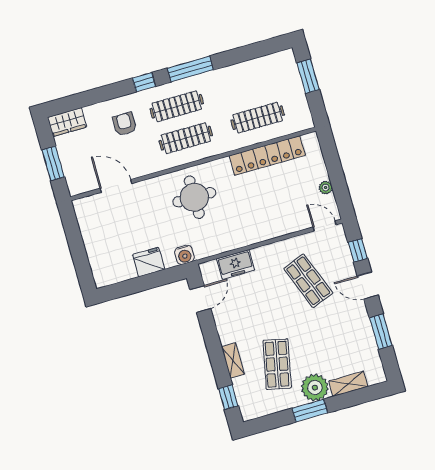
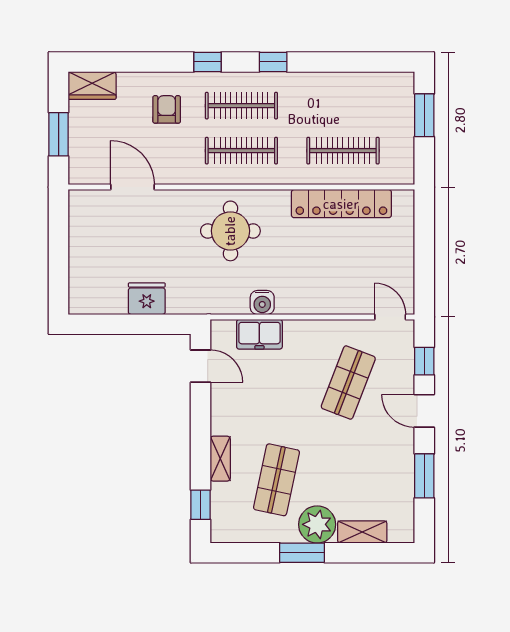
window: (190, 69) -> (273, 62), width x0.46
plant: (326, 188) -> (406, 267), removed
water cooler: (184, 255) -> (262, 303), moved
shop shelf: (308, 281) -> (348, 383), turned 42
door: (200, 299) -> (201, 366), hinge flipped

